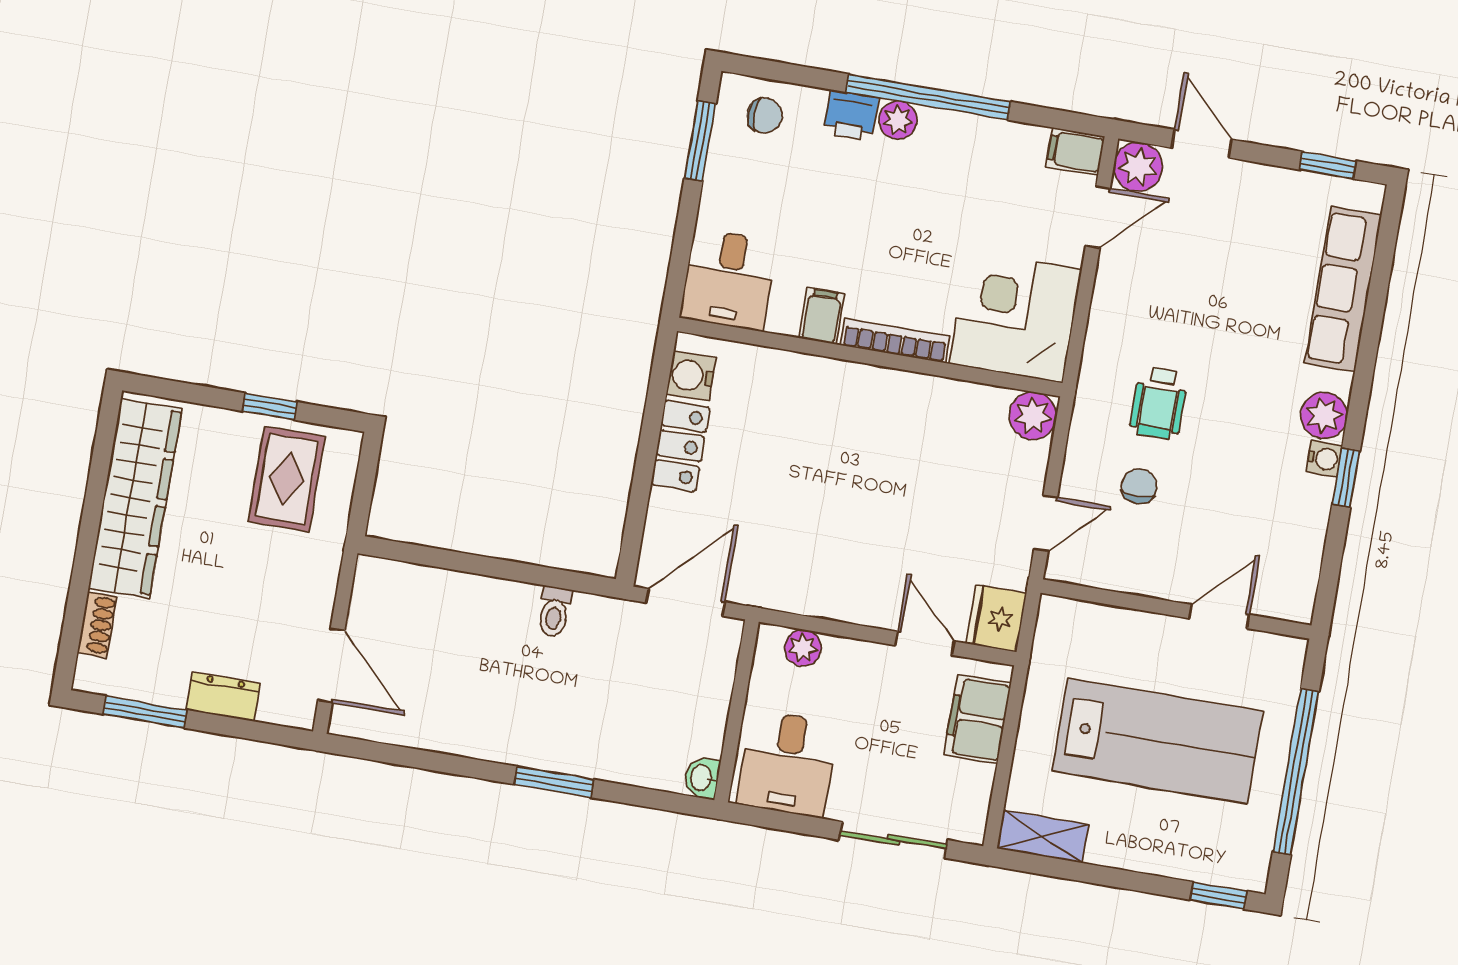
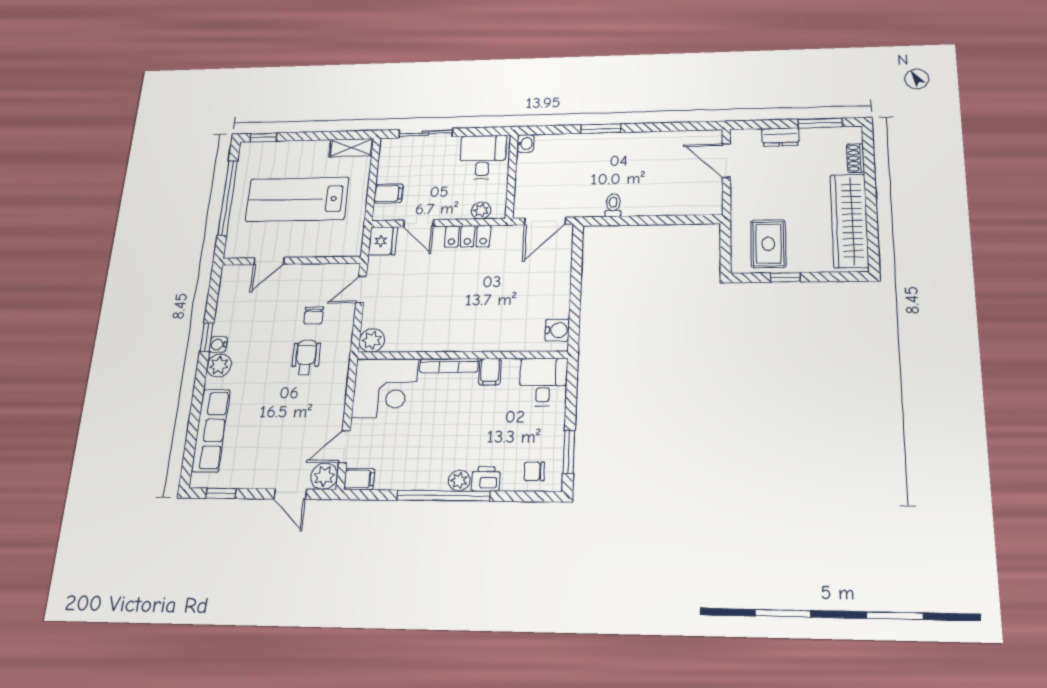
locker: (680, 446) -> (468, 236), moved, turned -90
filing cabinet: (978, 719) -> (388, 194), width x0.50

